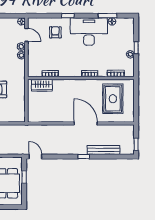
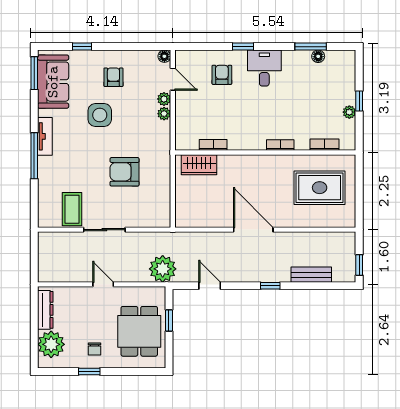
desk: (89, 32) -> (264, 68), width x0.53, depth x0.77
rug: (113, 99) -> (320, 188), turned 90
door: (86, 123) -> (253, 230), moved
plant: (20, 147) -> (163, 269), added
bench: (104, 150) -> (311, 275), width x0.73
door: (35, 157) -> (210, 286), moved

